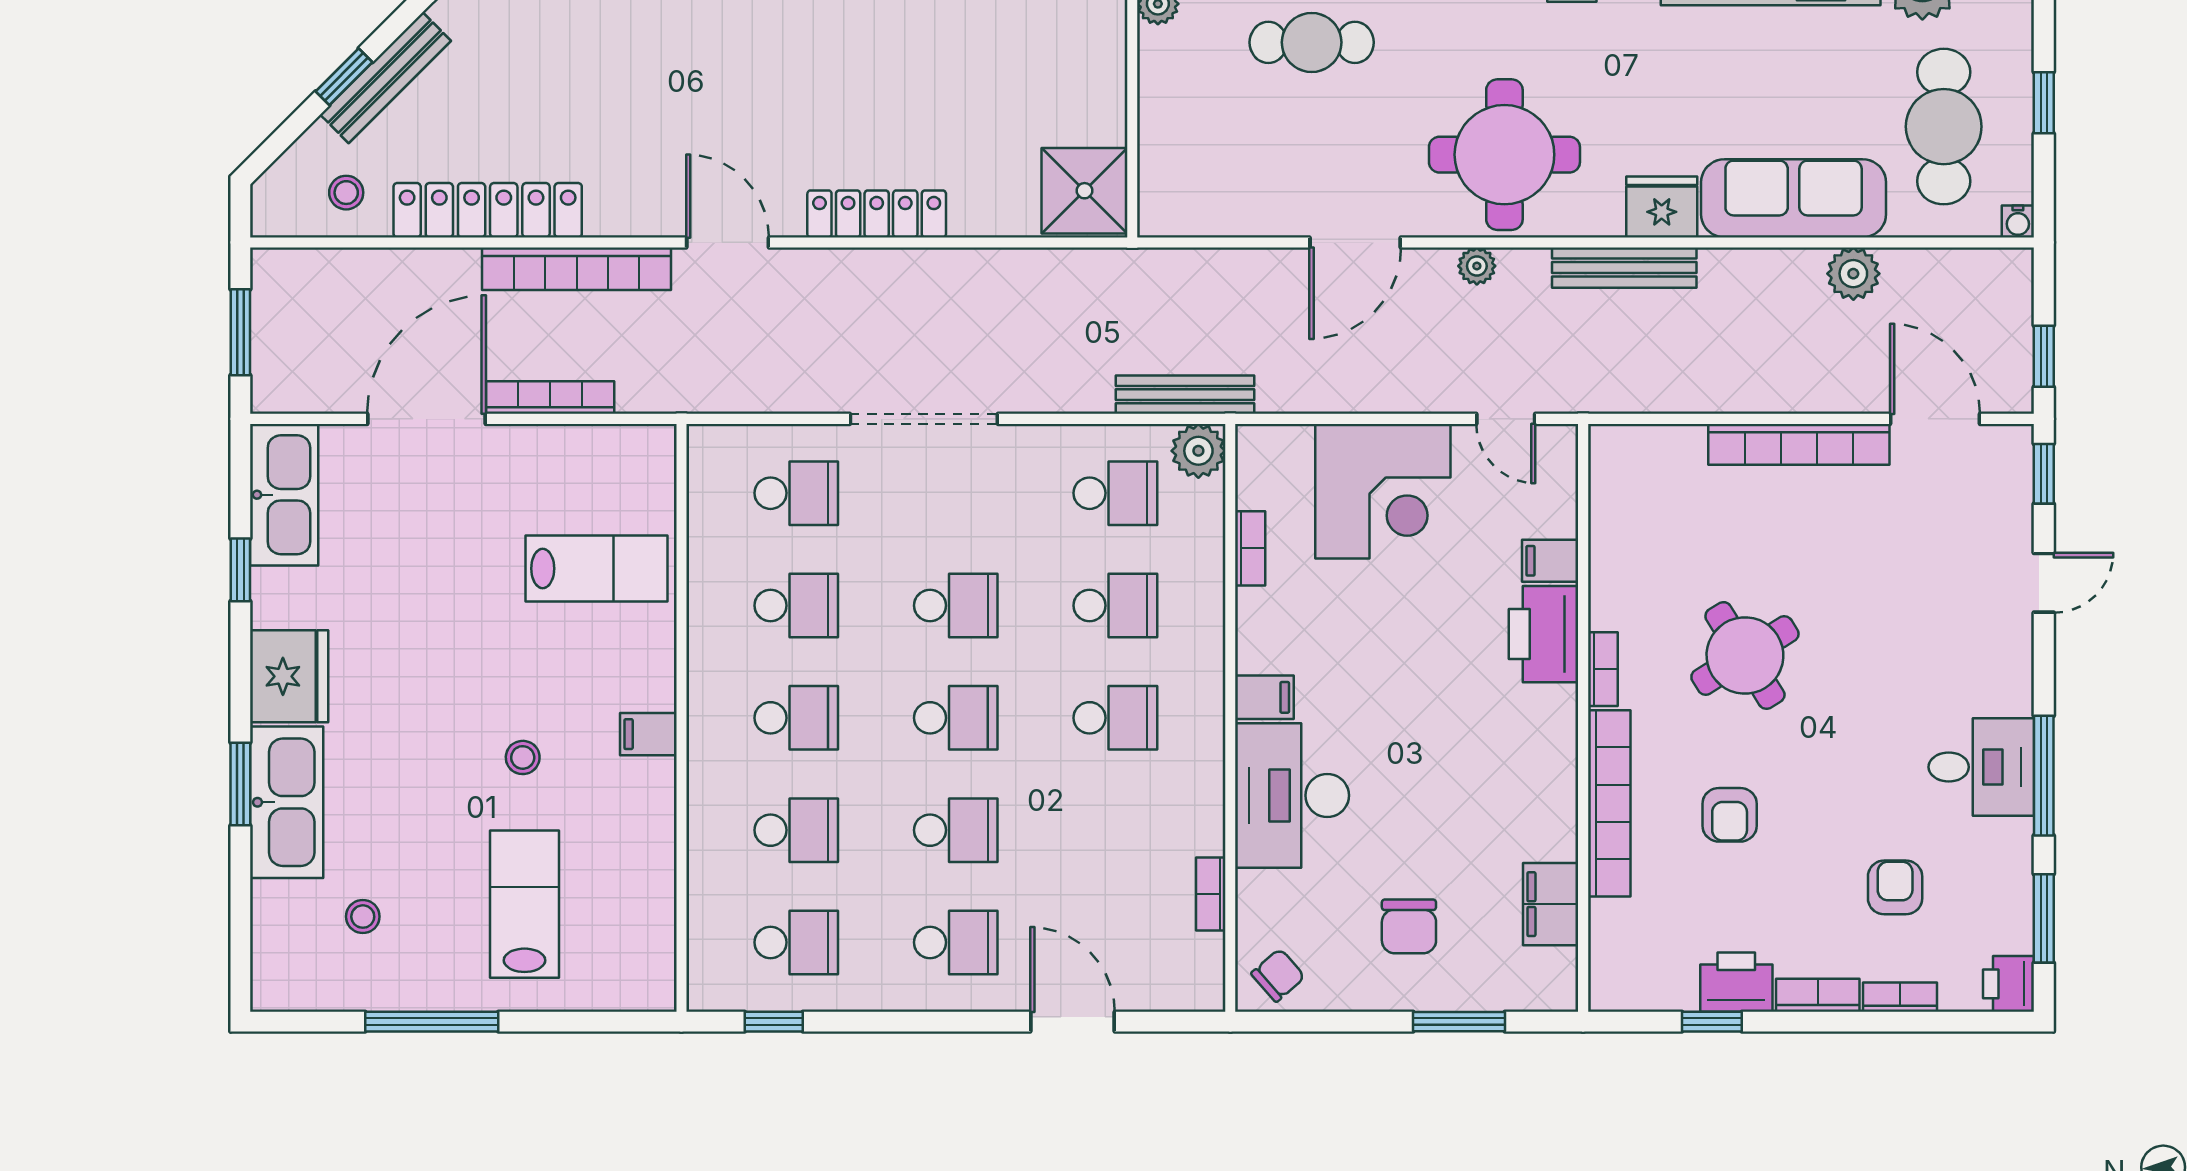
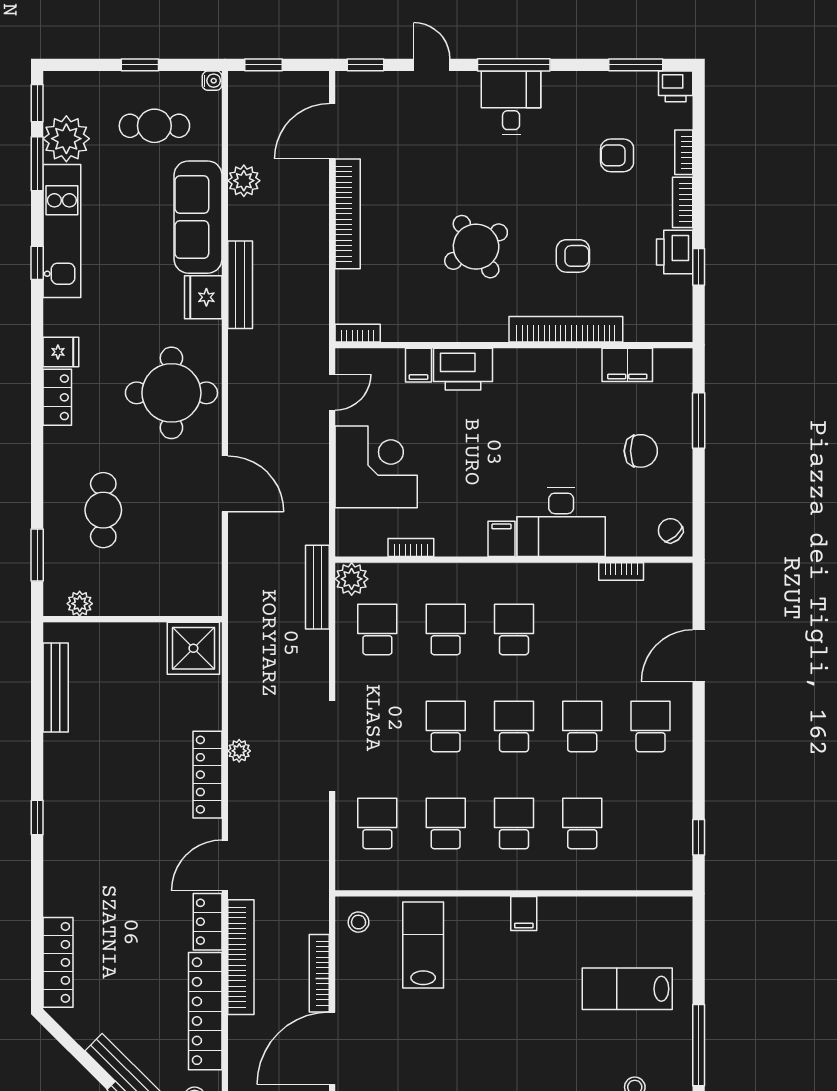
cafe table: (1944, 127) -> (154, 126), width x0.73, depth x0.74
locker: (635, 214) -> (208, 922), added
plant: (1477, 266) -> (239, 751), moved
bench: (1624, 268) -> (240, 285), moved
window: (2044, 356) -> (263, 65), moved
door: (427, 419) -> (332, 1048), hinge flipped
bookcase: (1603, 669) -> (358, 333), moved
stool: (523, 757) -> (359, 922), moved
desk: (1981, 767) -> (511, 103), moved
window: (2044, 776) -> (514, 65), moved
school desk: (796, 942) -> (651, 823), removed

